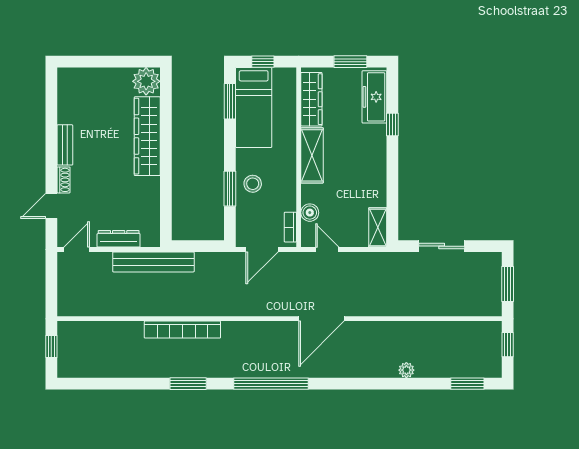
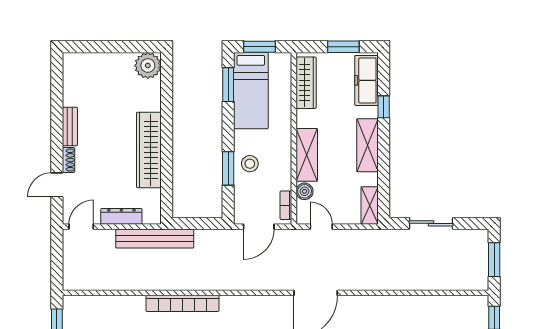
window: (263, 62) -> (260, 47), width x1.50
wardrobe: (147, 136) -> (149, 150), moved
shelving: (312, 155) -> (307, 155), moved
shelving: (375, 165) -> (367, 145), added

